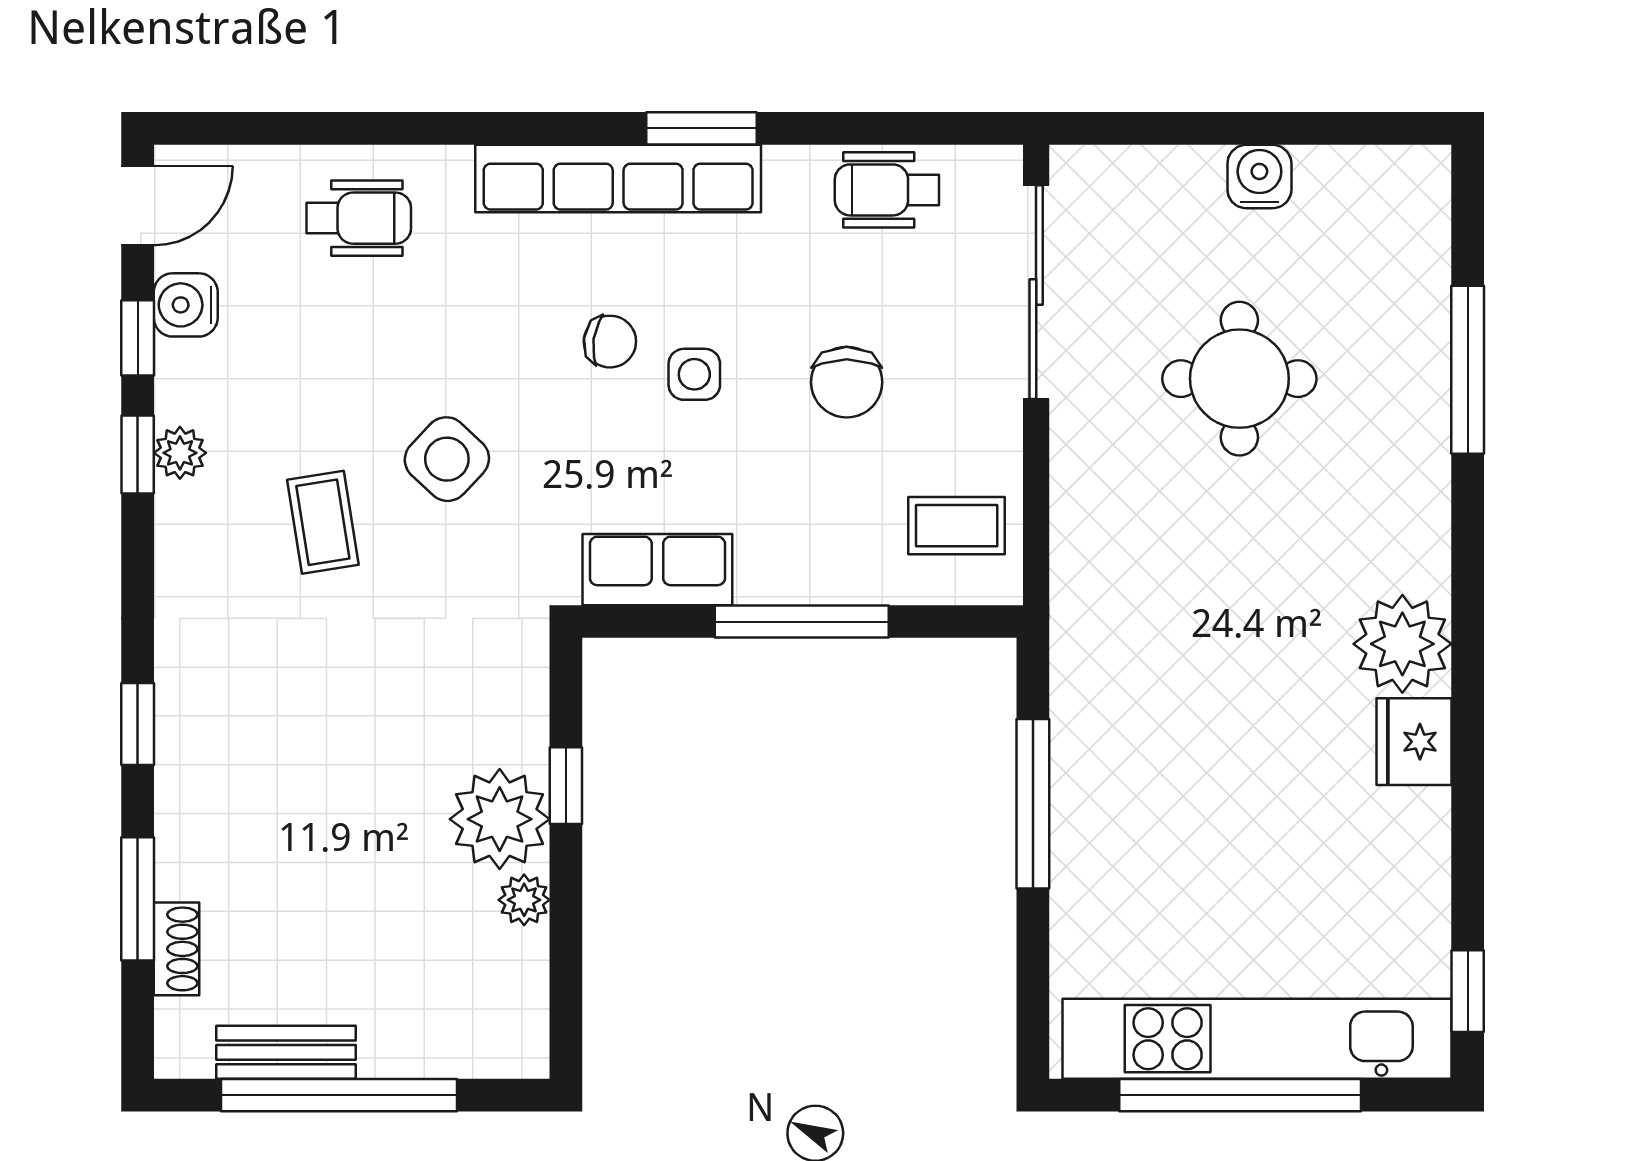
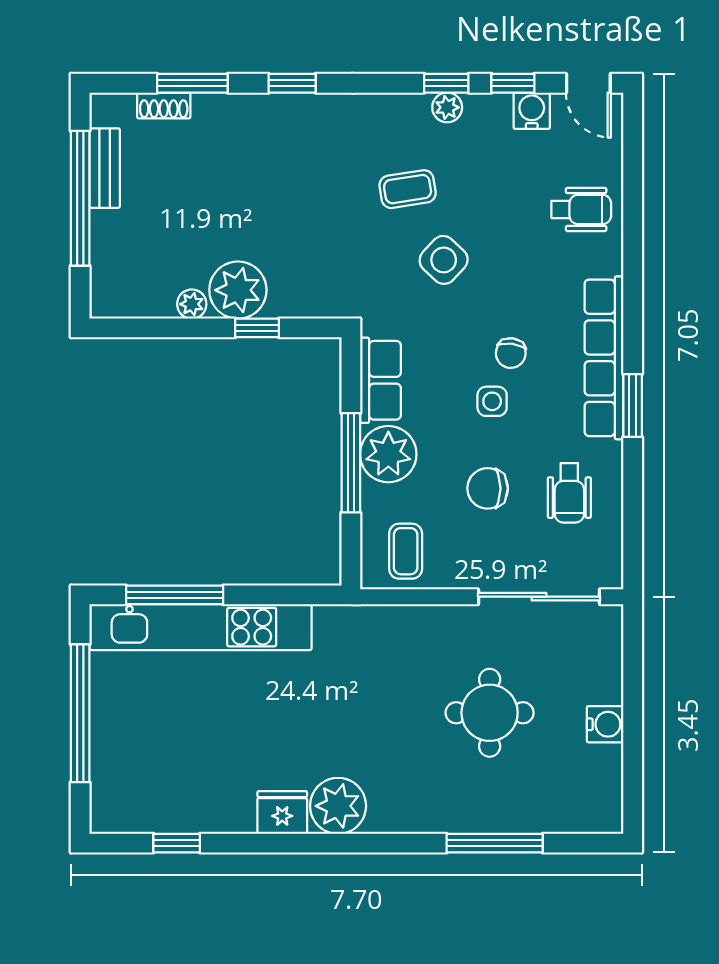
wheelchair: (887, 190) -> (569, 493), moved, turned 180
wheelchair: (359, 218) -> (581, 209), turned -90
plant: (787, 556) -> (388, 454), added
window: (1033, 804) -> (175, 595), moved
window: (1468, 991) -> (177, 843), moved
kitchen unit: (1257, 1039) -> (201, 627), moved, turned 90

